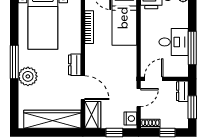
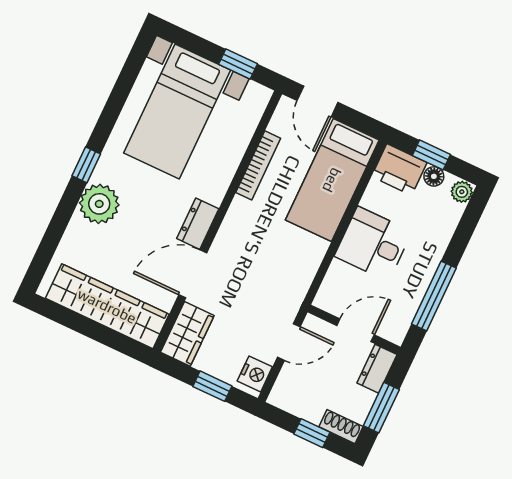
desk: (174, 42) -> (373, 244), moved, turned 180
window: (14, 62) -> (86, 165), width x0.46
door: (154, 79) -> (356, 330), moved
door: (83, 88) -> (193, 274), swing flipped
shoe rack: (150, 124) -> (341, 427), moved

